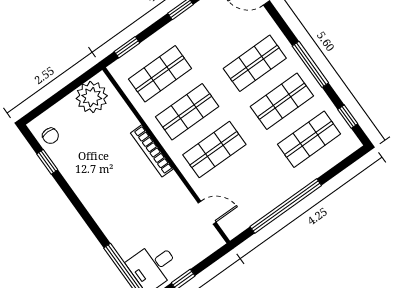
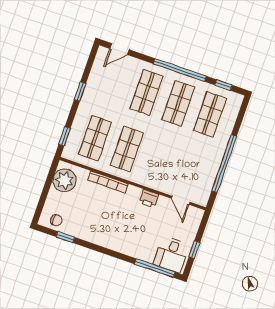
window: (310, 64) -> (180, 70), width x1.46
shop shelf: (214, 150) -> (159, 160), removed
bookcase: (152, 151) -> (108, 182), moved
printer: (173, 185) -> (149, 198), added
door: (207, 213) -> (181, 200), swing flipped

